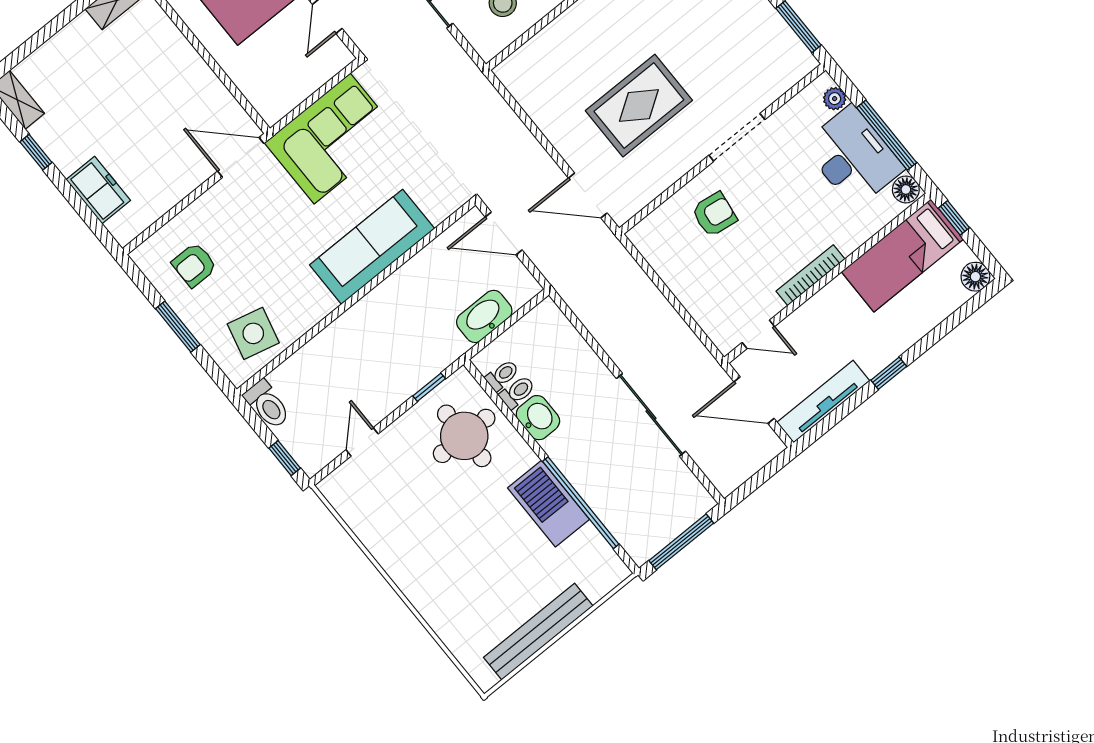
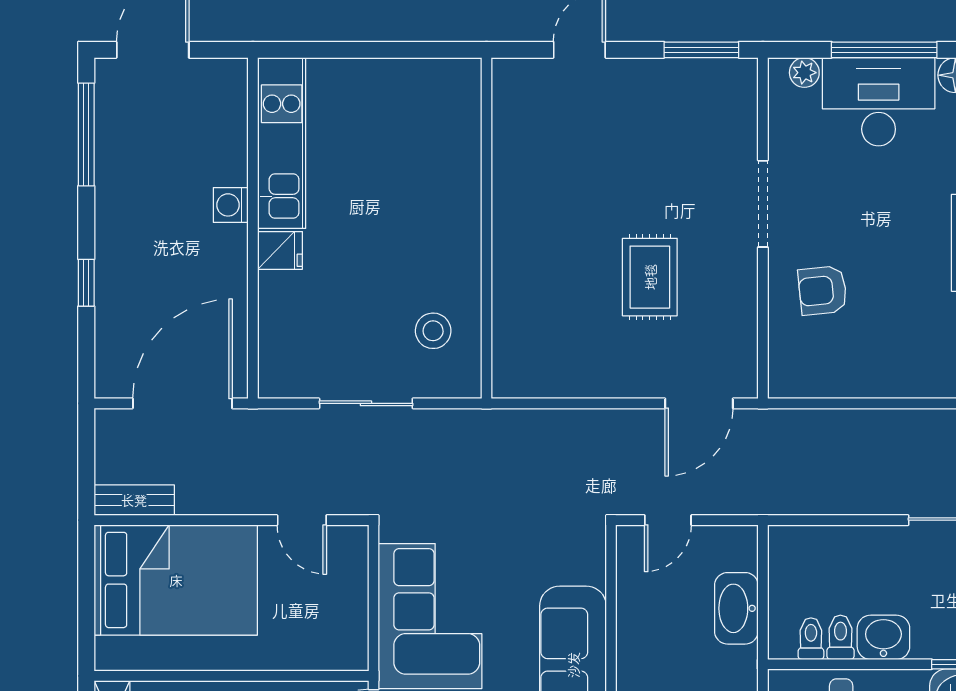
rug: (639, 106) -> (650, 277), width x0.73, depth x0.70
armchair: (714, 214) -> (823, 290), turned -104
door: (504, 233) -> (668, 520), width x0.73

